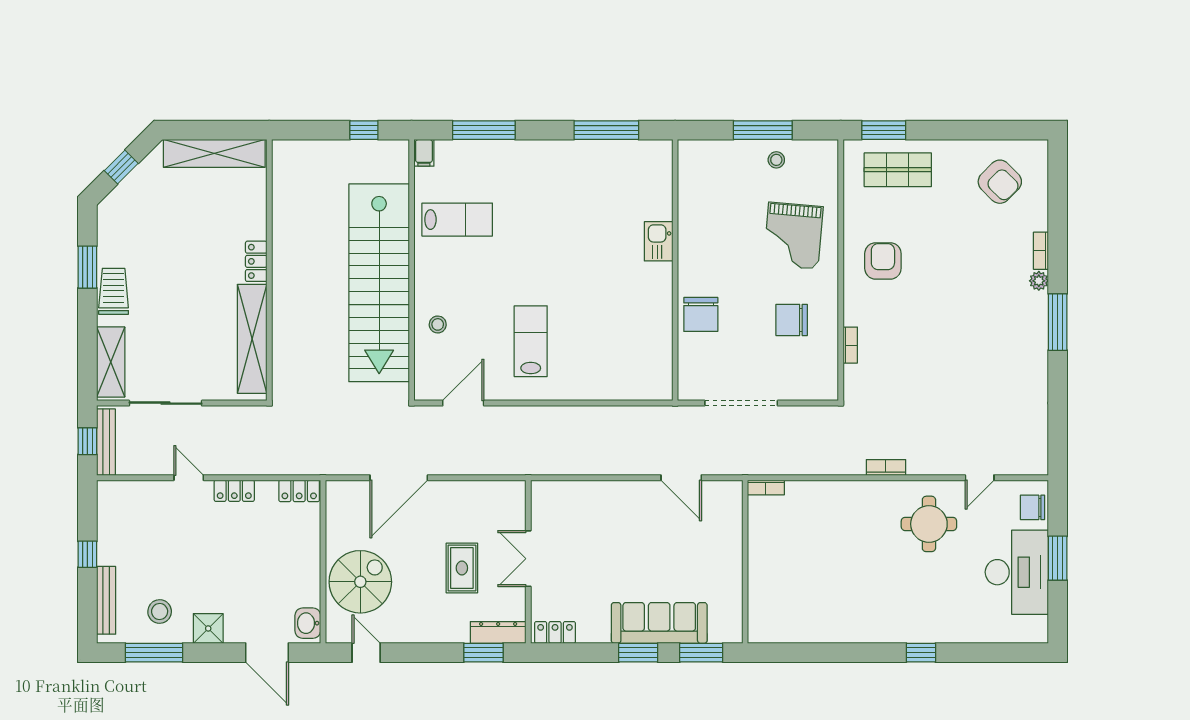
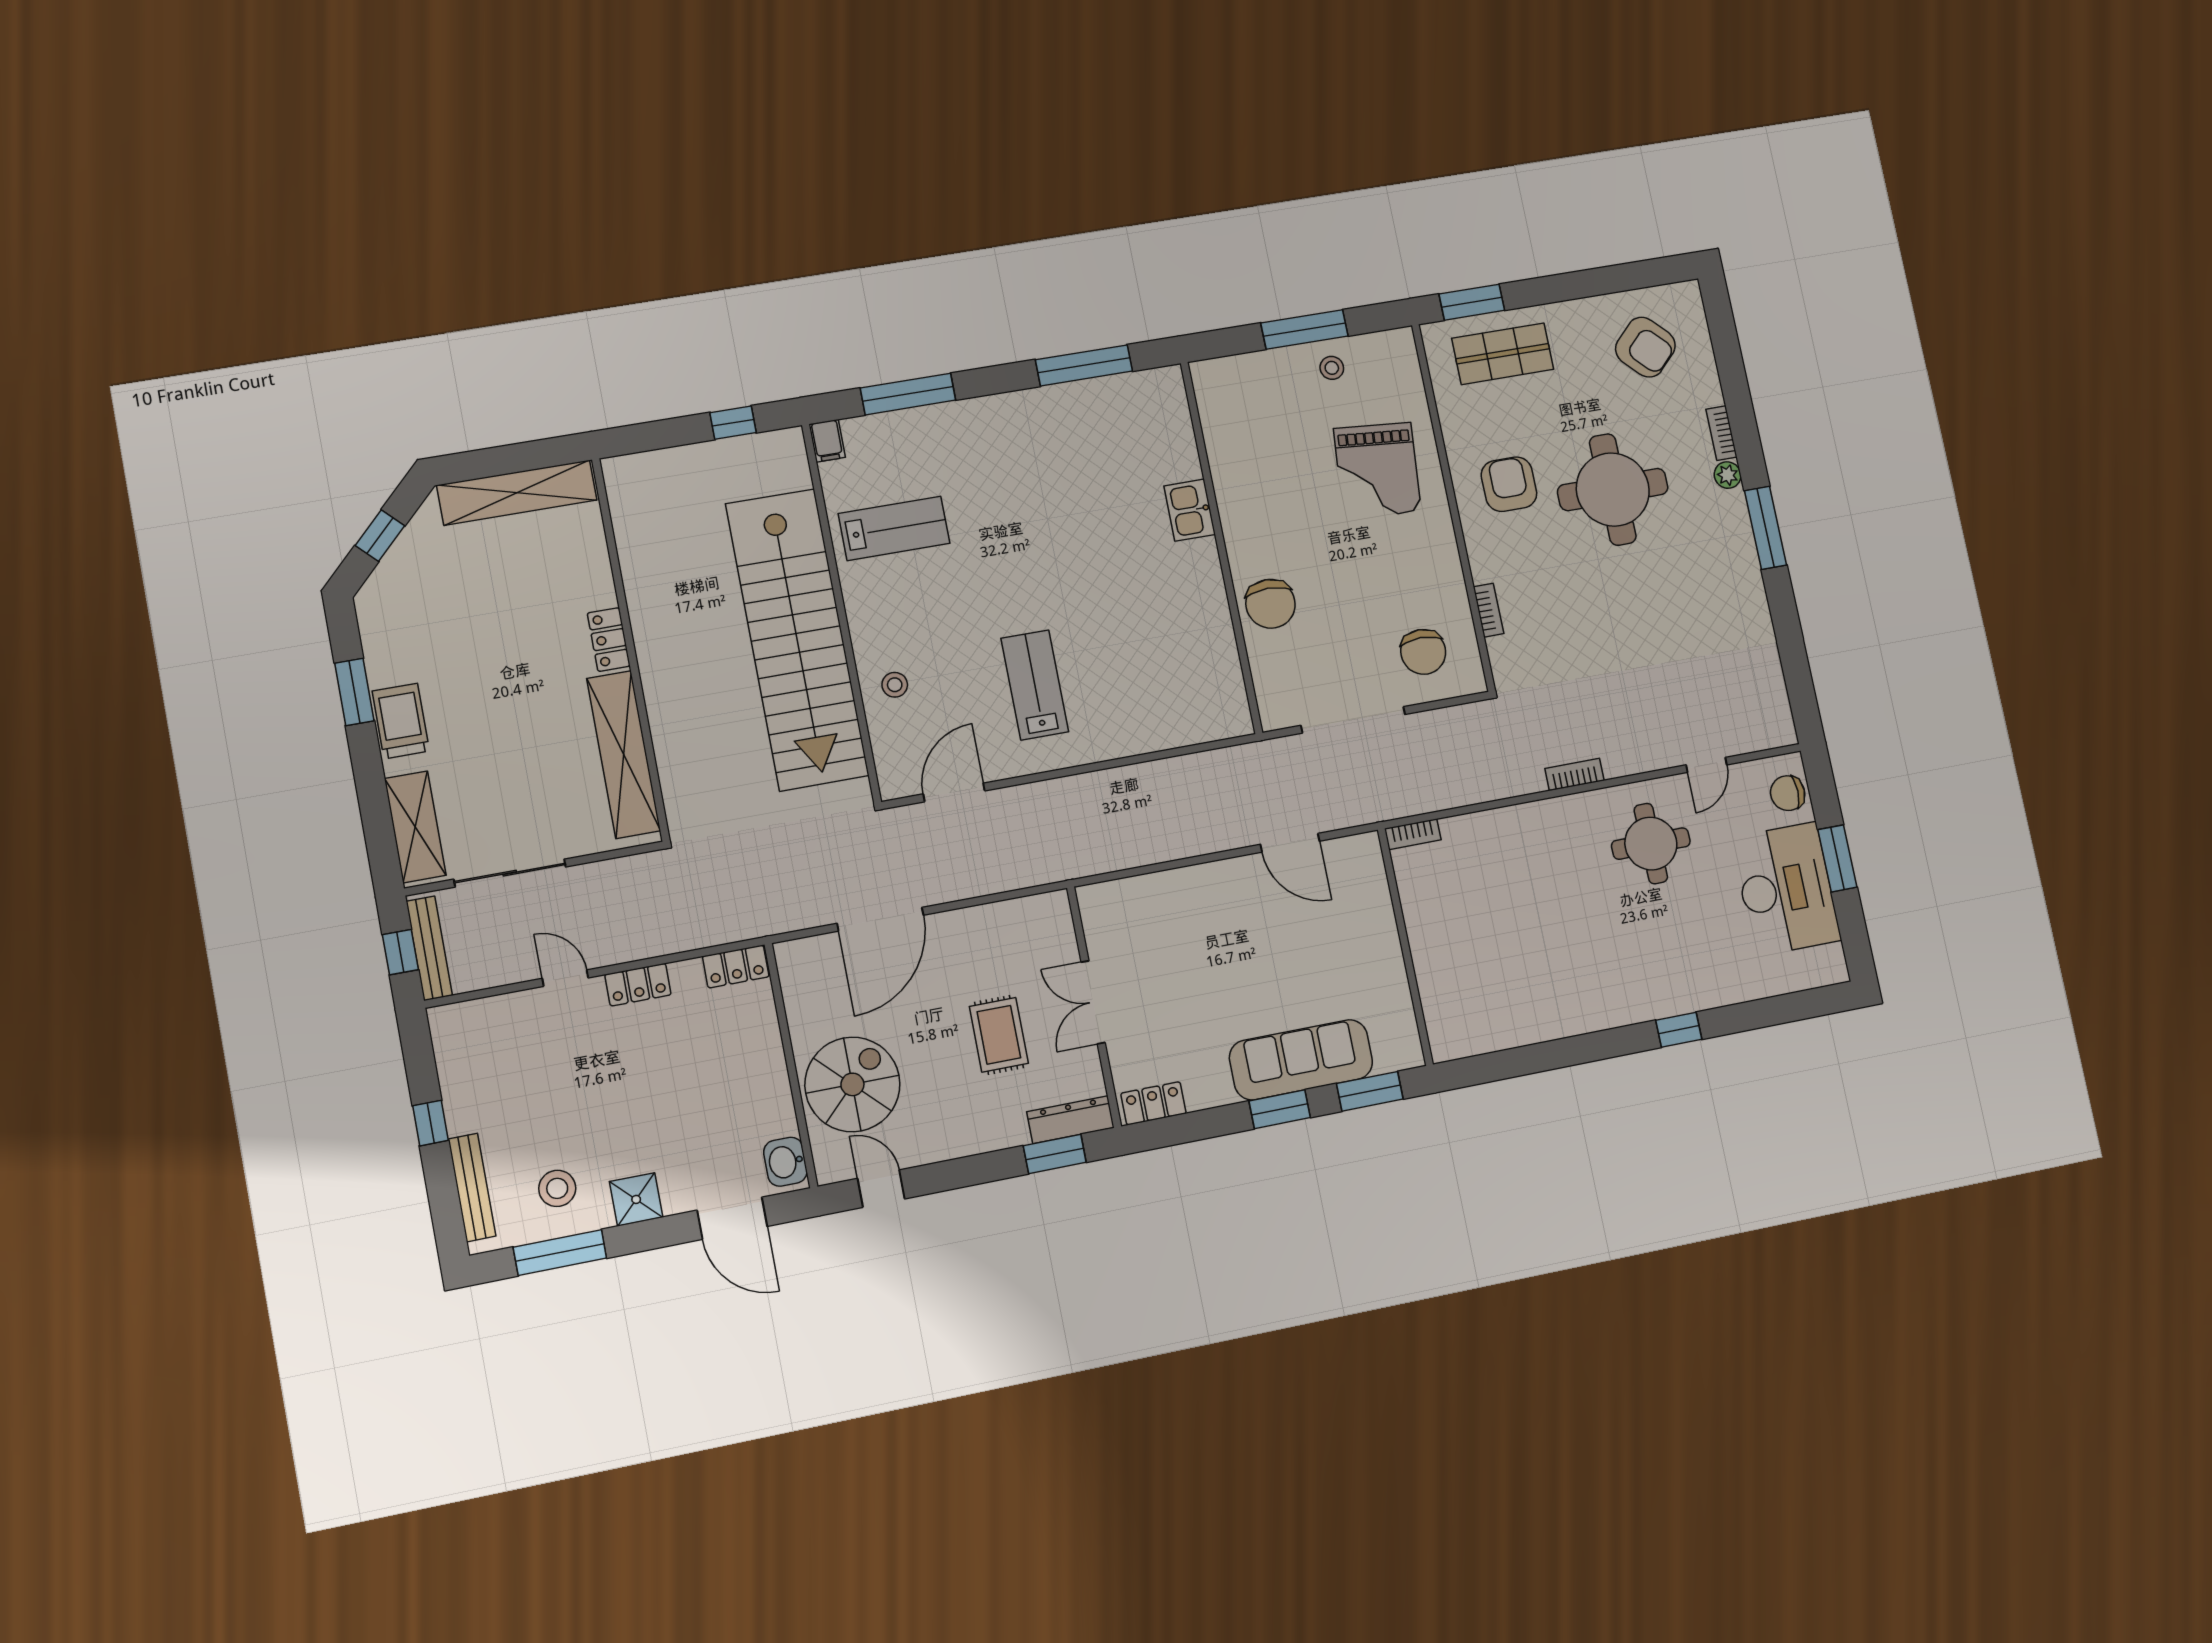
round table: (955, 277) -> (1613, 490), added
chair: (792, 320) -> (1423, 652), moved, turned -90

